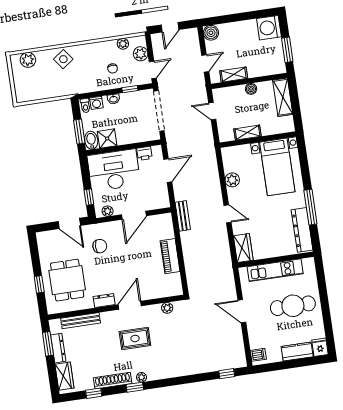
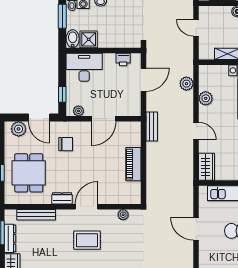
window: (79, 132) -> (62, 16), moved
plant: (211, 168) -> (186, 84), added
desk: (114, 170) -> (84, 67), width x0.73, depth x0.77
plant: (51, 238) -> (19, 129), added

